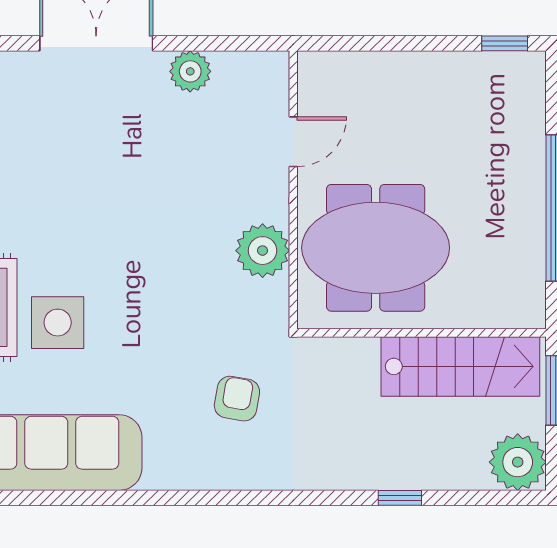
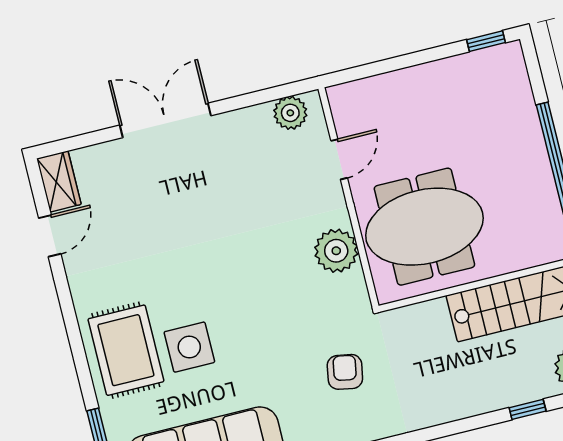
plant: (190, 71) -> (290, 113), moved
window: (400, 498) -> (528, 409), moved

